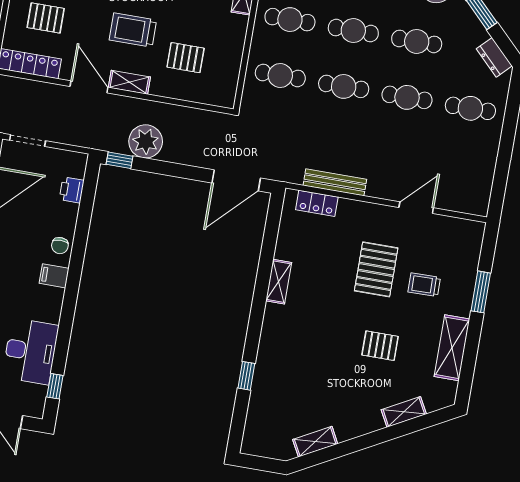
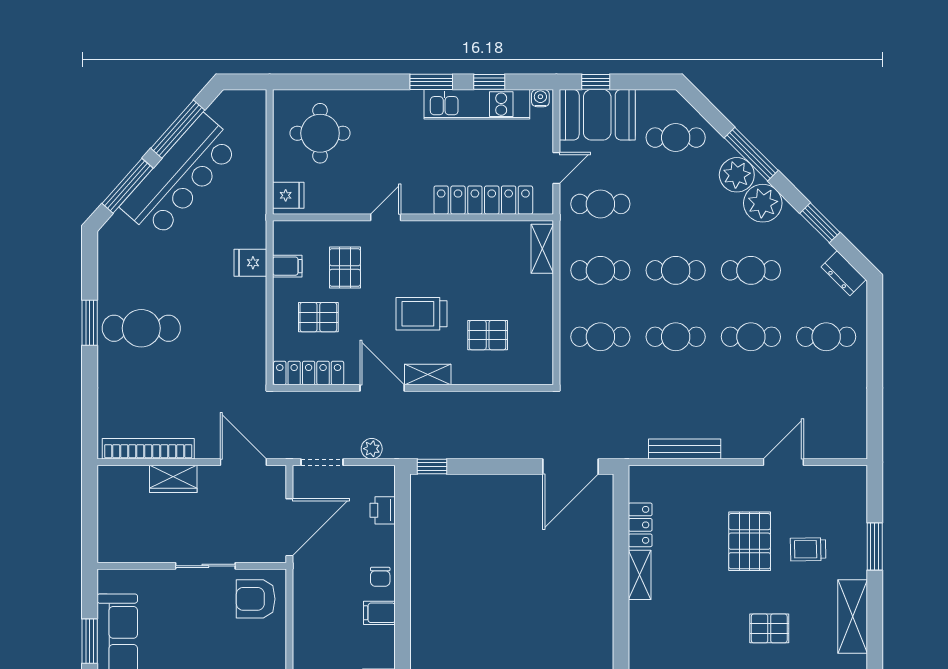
plant: (146, 141) -> (372, 449), moved, width x0.53, depth x0.53
locker: (317, 203) -> (640, 525), moved, turned -90

